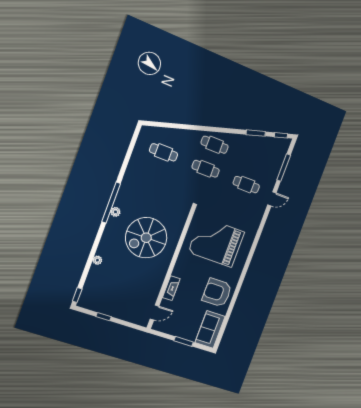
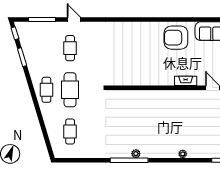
cafe table: (206, 169) -> (70, 90), width x1.37, depth x1.35
spiral stairs: (146, 238) -> (149, 119), removed
grand piano: (216, 242) -> (131, 56), removed
armchair: (217, 293) -> (176, 38), turned 90

